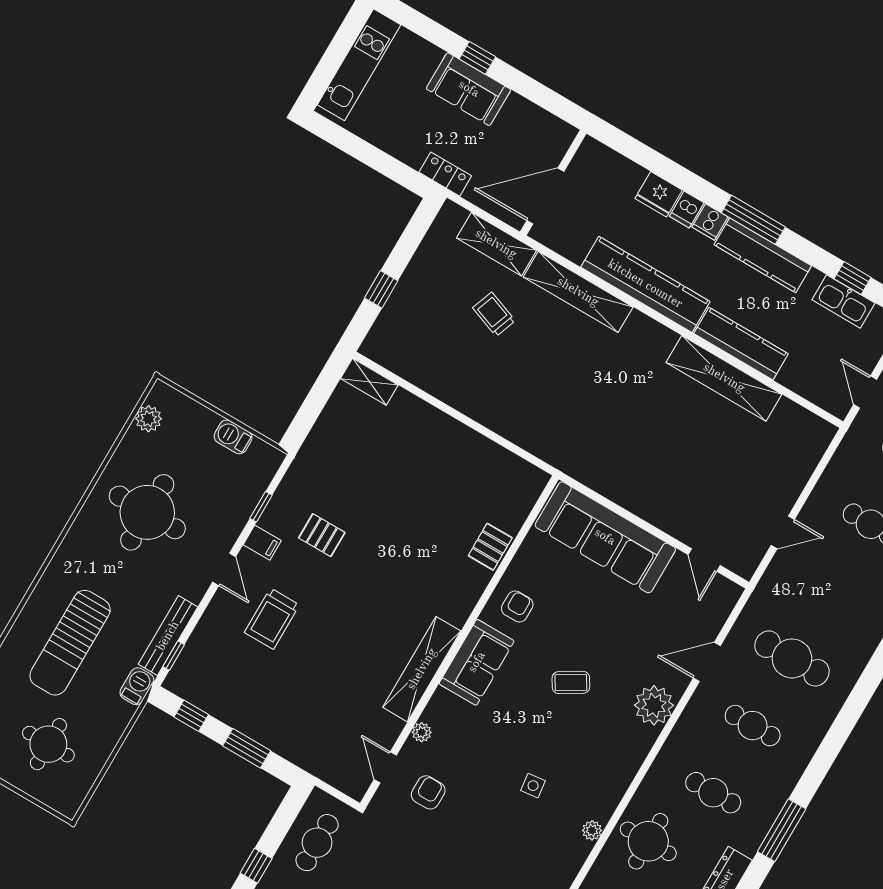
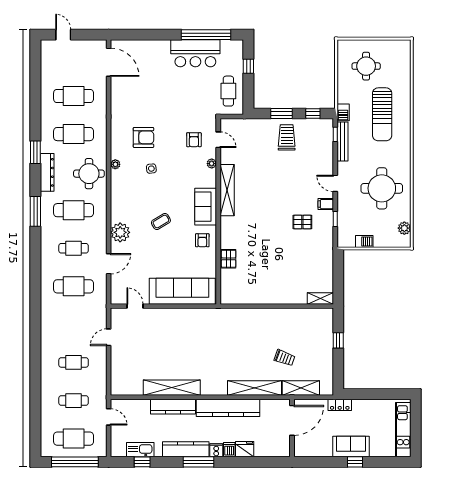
trolley: (272, 619) -> (287, 137), moved
sun lounger: (70, 643) -> (382, 114), turned 180
cafe table: (713, 793) -> (74, 210), width x1.37, depth x1.35
armchair: (515, 849) -> (143, 137), added

